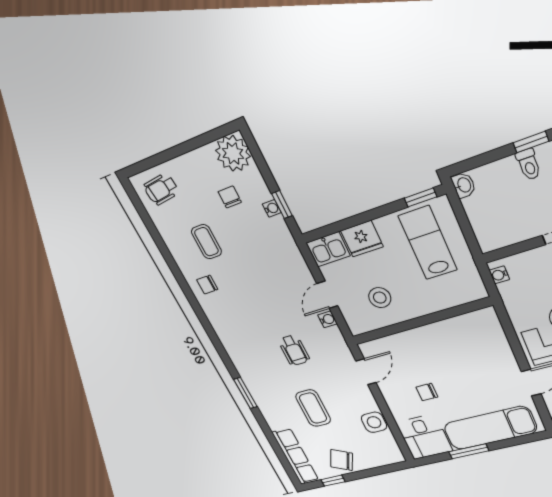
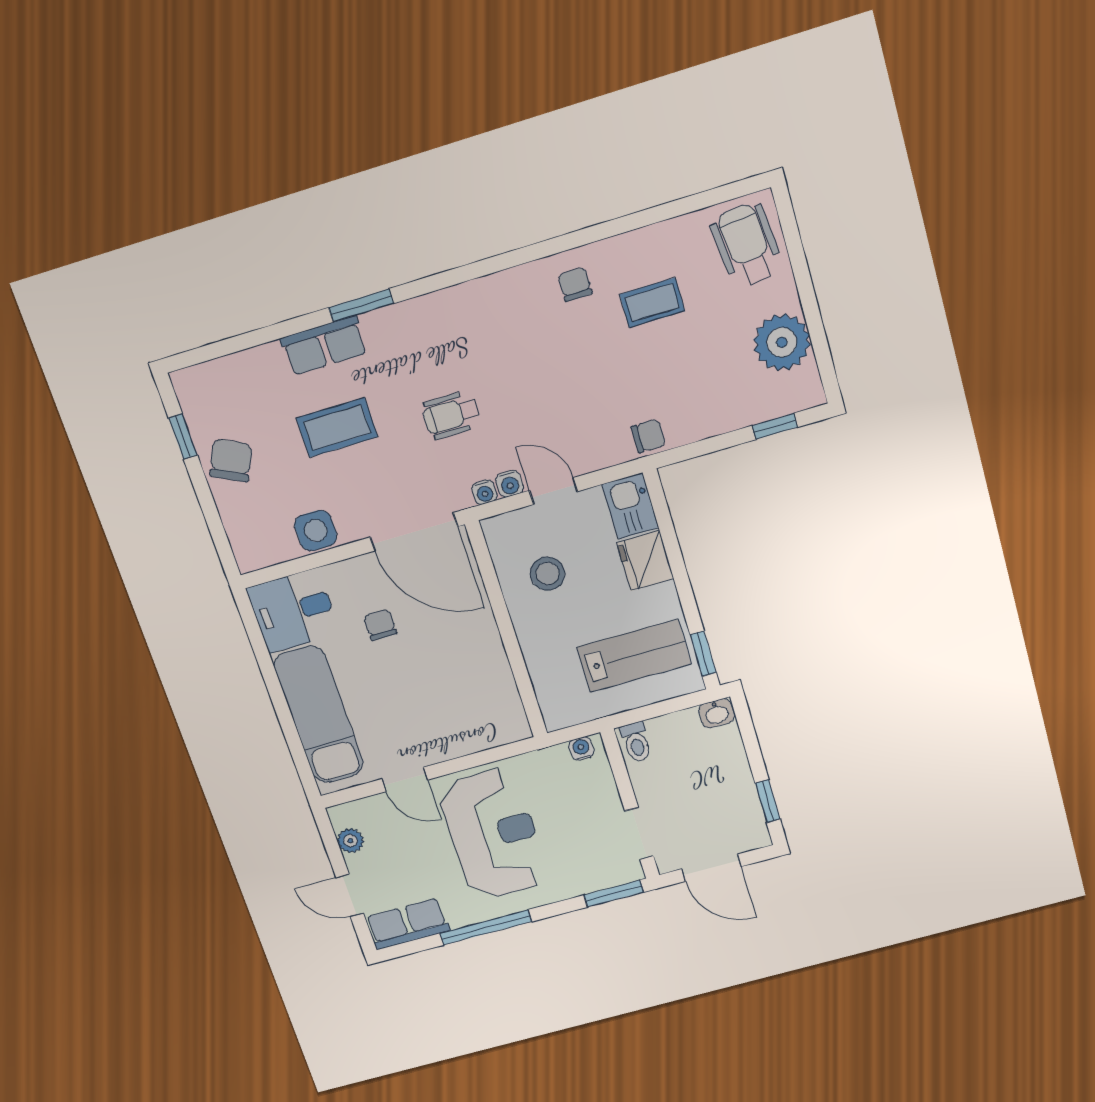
plant: (233, 153) -> (782, 342), moved
toilet: (529, 164) -> (636, 742), moved, turned -90
wheelchair: (161, 189) -> (747, 245), width x1.36, depth x1.37
chair: (230, 197) -> (648, 436), moved
window: (282, 205) -> (775, 426), moved
water cooler: (272, 208) -> (484, 492), moved
door: (366, 372) -> (414, 532), width x1.87
window: (469, 451) -> (271, 678), removed
row of seats: (296, 456) -> (324, 346), moved, width x0.68

